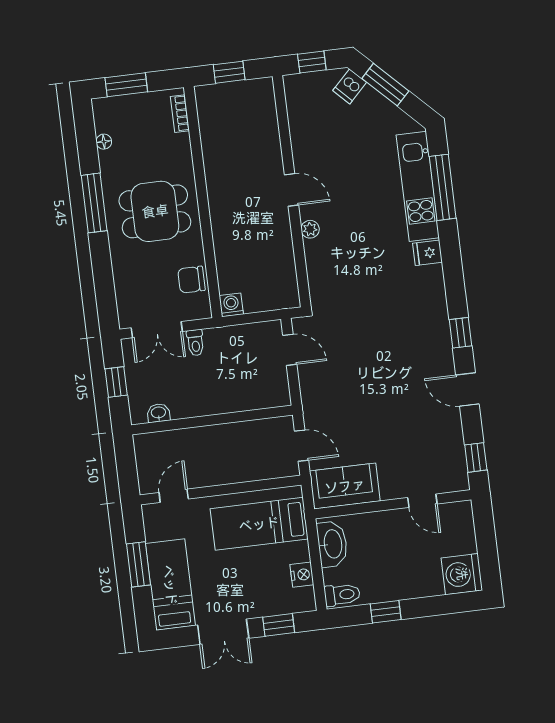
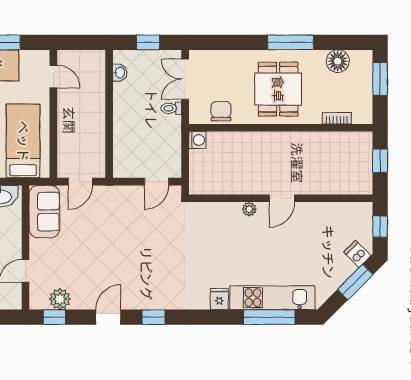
bookcase: (180, 114) -> (337, 118), moved
floor lamp: (104, 142) -> (338, 61), width x1.89, depth x1.89
plant: (452, 453) -> (60, 299), added

